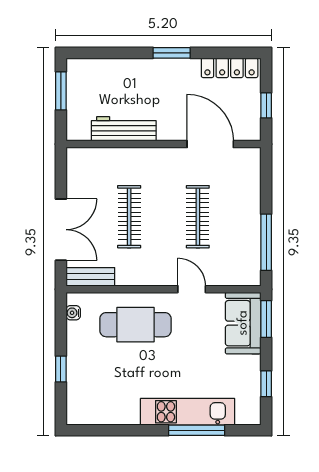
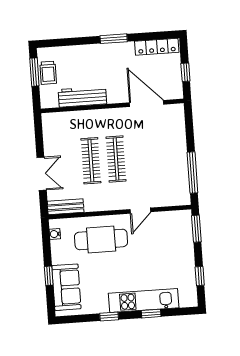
trolley: (79, 93) -> (48, 73), added
clothes rail: (198, 217) -> (116, 159), moved
double door: (61, 230) -> (42, 174), width x0.73
door: (192, 289) -> (140, 211), swing flipped
sofa: (243, 323) -> (66, 287), moved, turned 180
window: (139, 430) -> (109, 317), added
window: (197, 430) -> (151, 314), width x0.46

